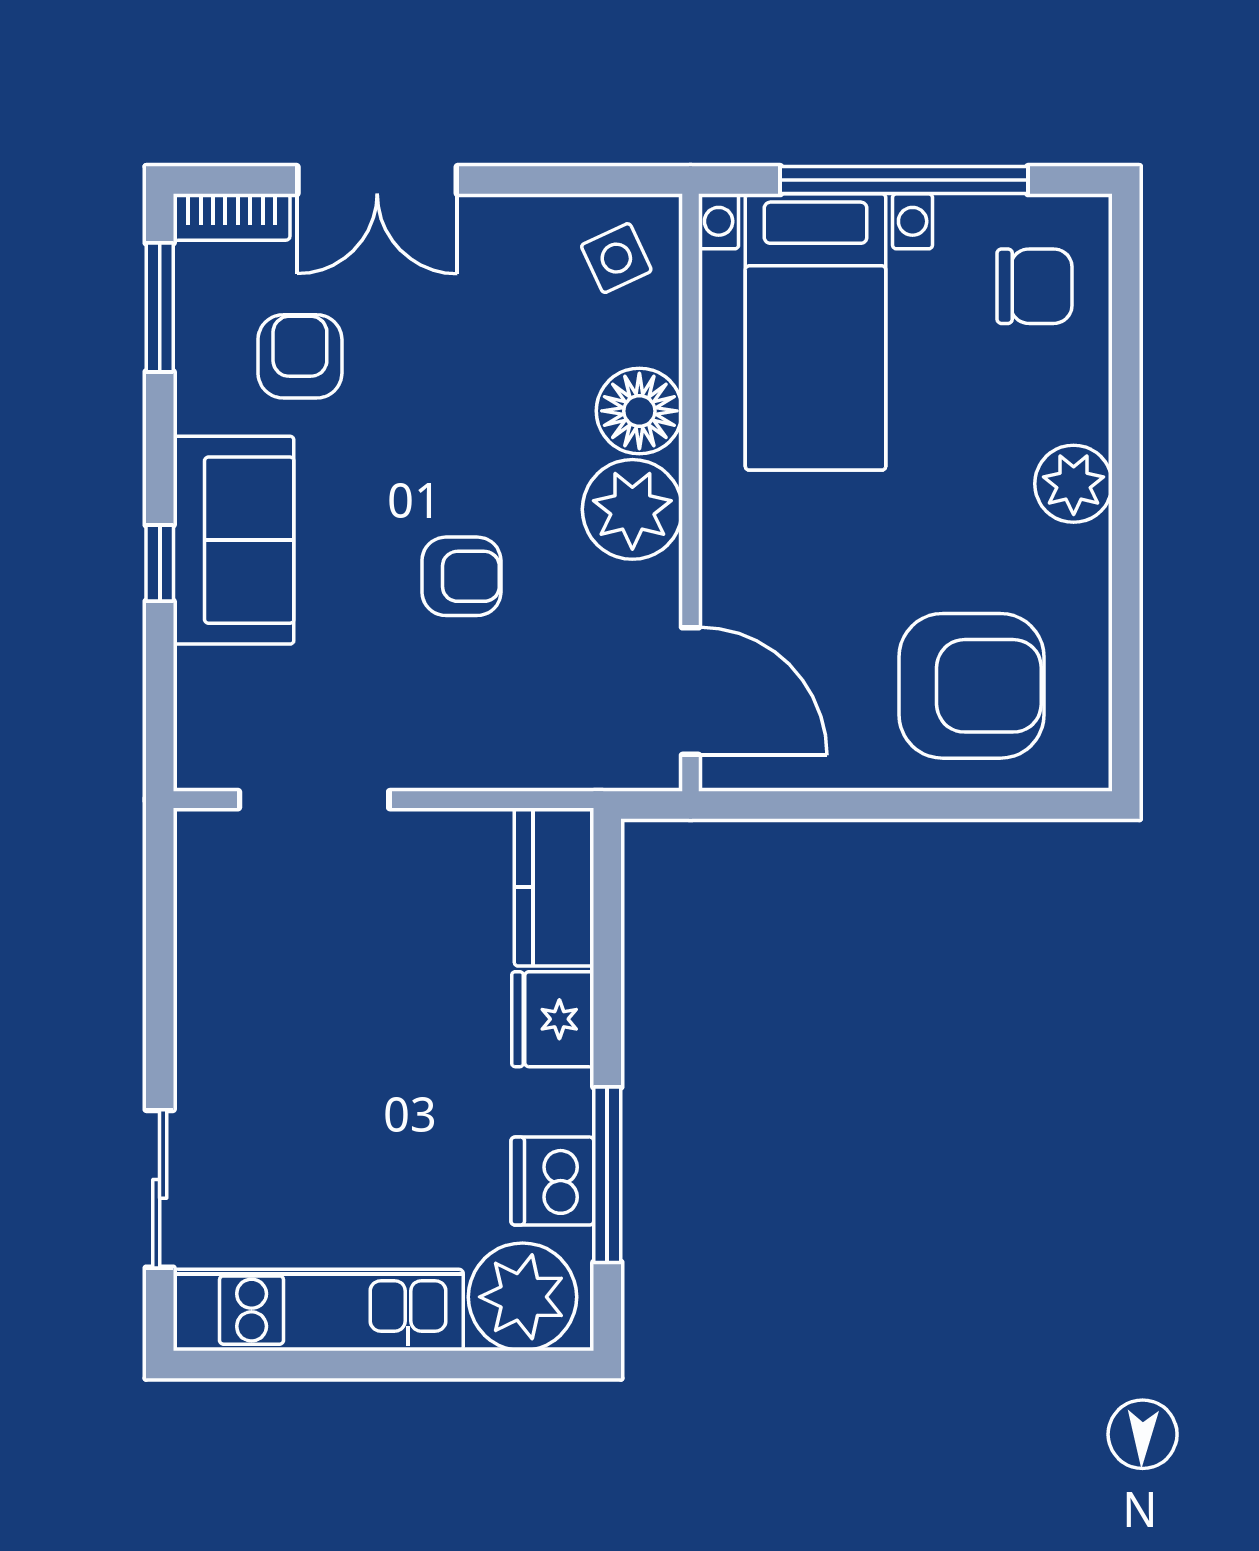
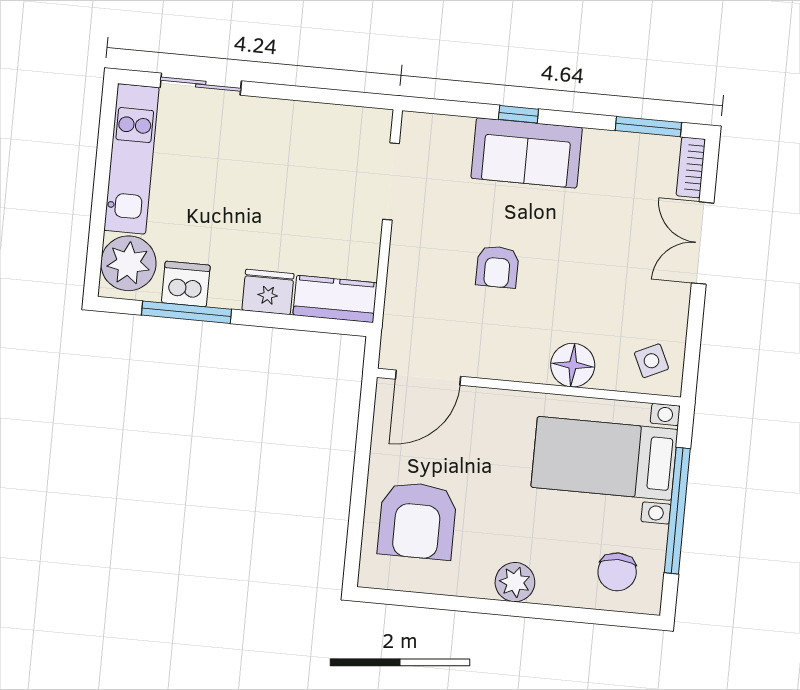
armchair: (300, 356) -> (617, 195), removed
plant: (632, 509) -> (523, 357), removed

